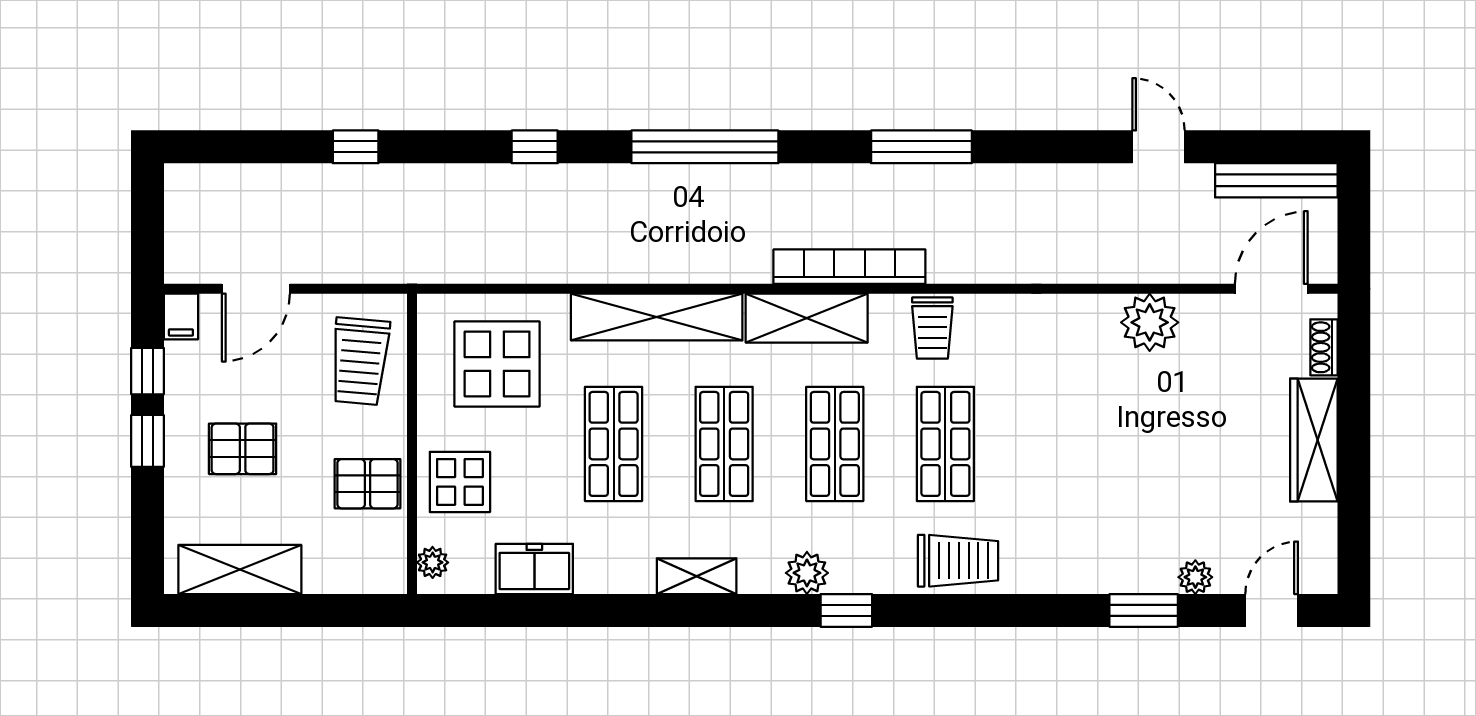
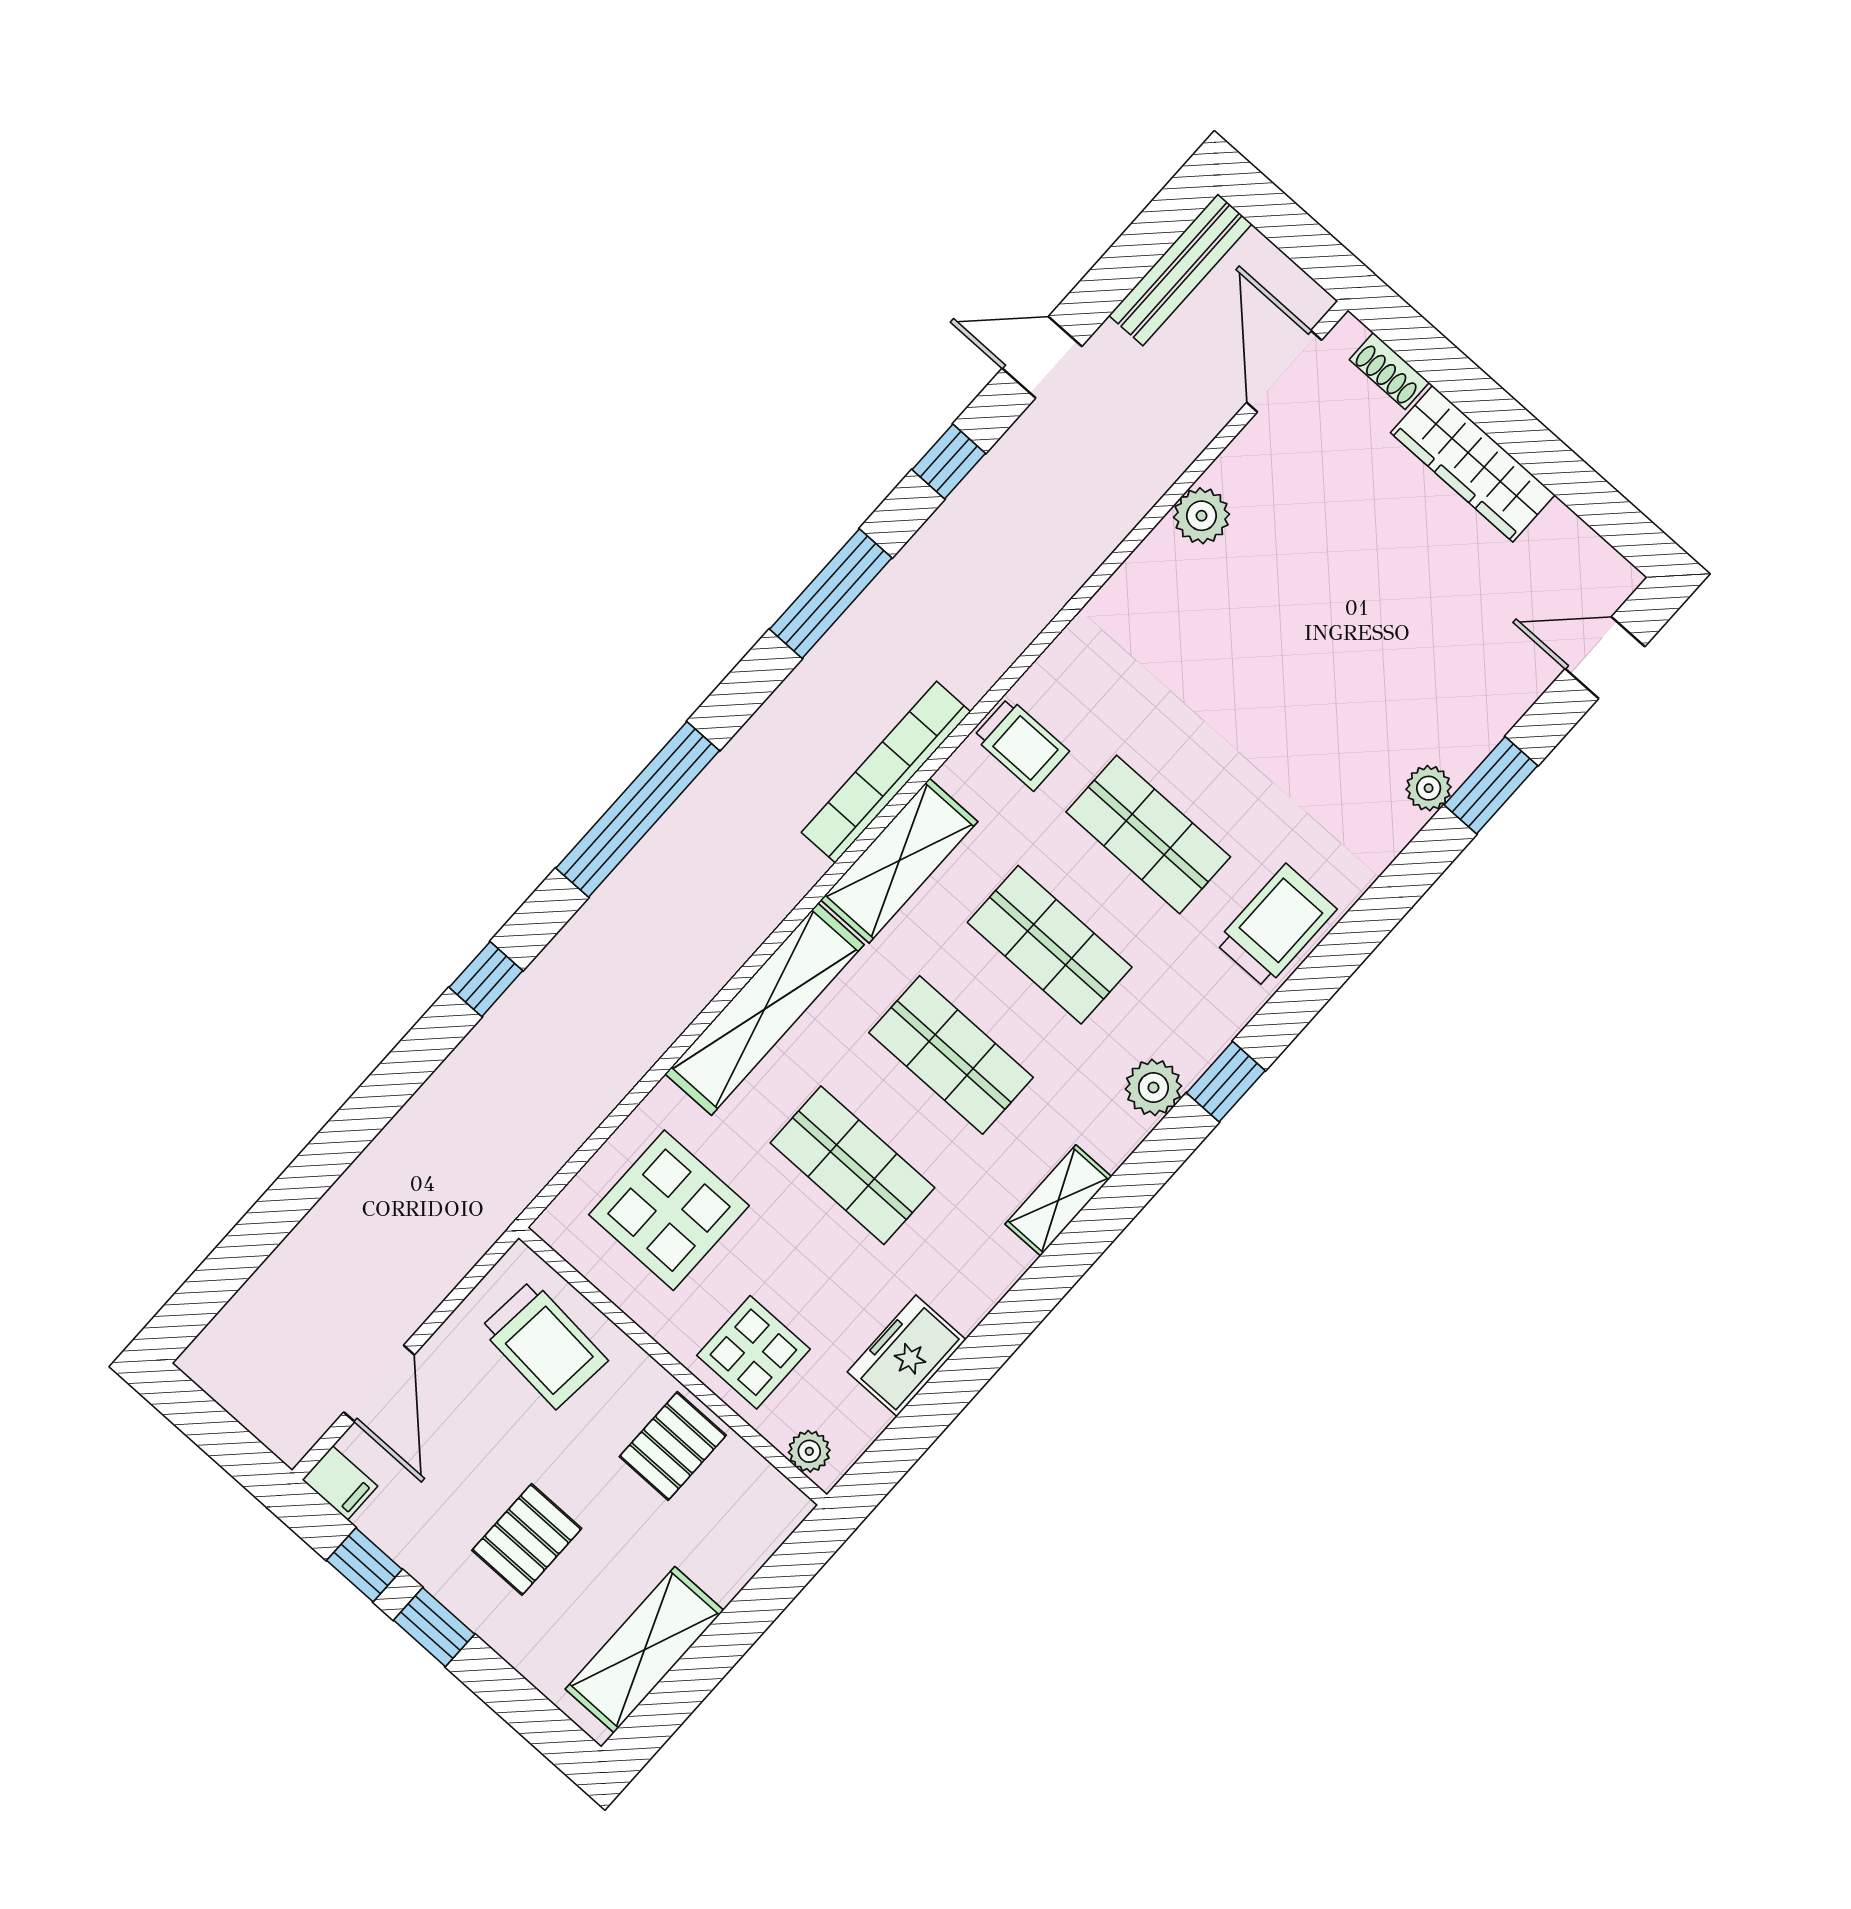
window: (356, 147) -> (949, 461), moved
plant: (1150, 322) -> (1202, 516), width x0.73, depth x0.73
plant: (1195, 577) -> (1429, 788), moved
door: (1272, 610) -> (1605, 658), hinge flipped

